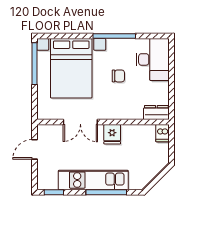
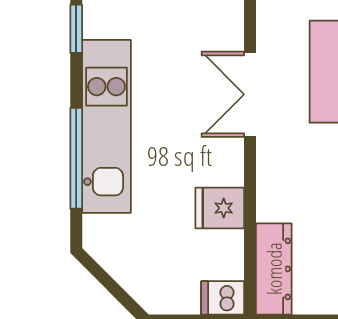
dresser: (156, 112) -> (274, 269), width x1.44
fridge: (112, 134) -> (220, 208), moved

